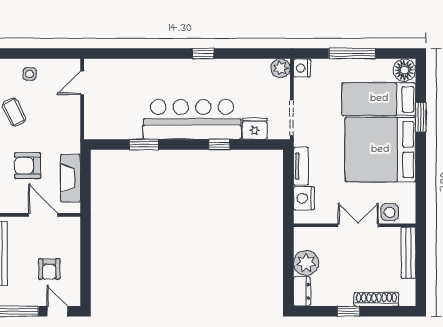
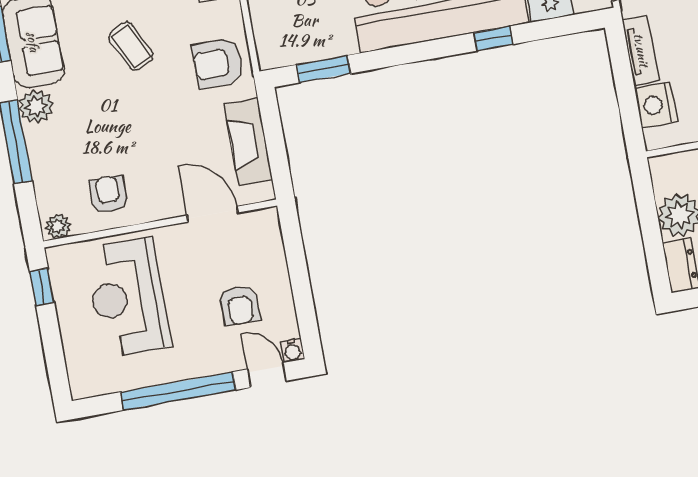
window: (144, 144) -> (324, 69), moved
armchair: (28, 166) -> (218, 63), moved
water cooler: (74, 300) -> (292, 350), added

